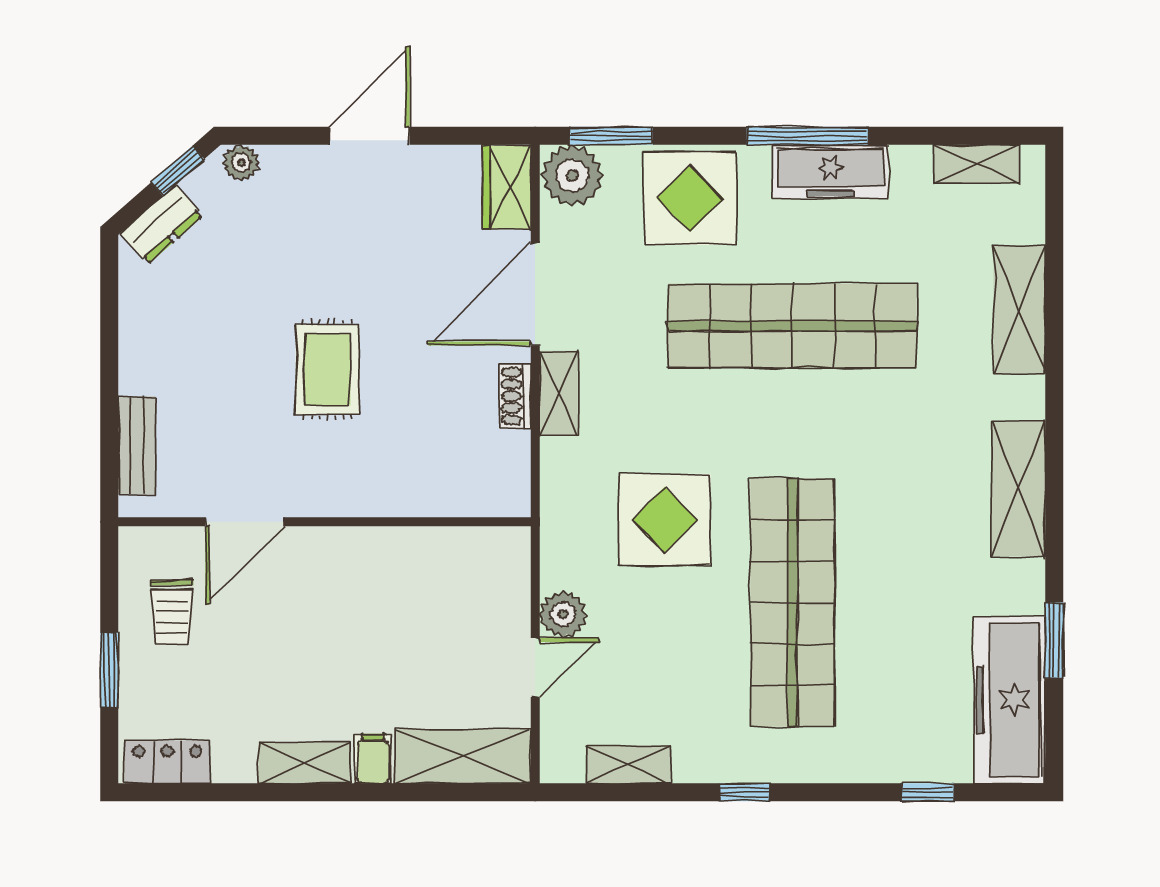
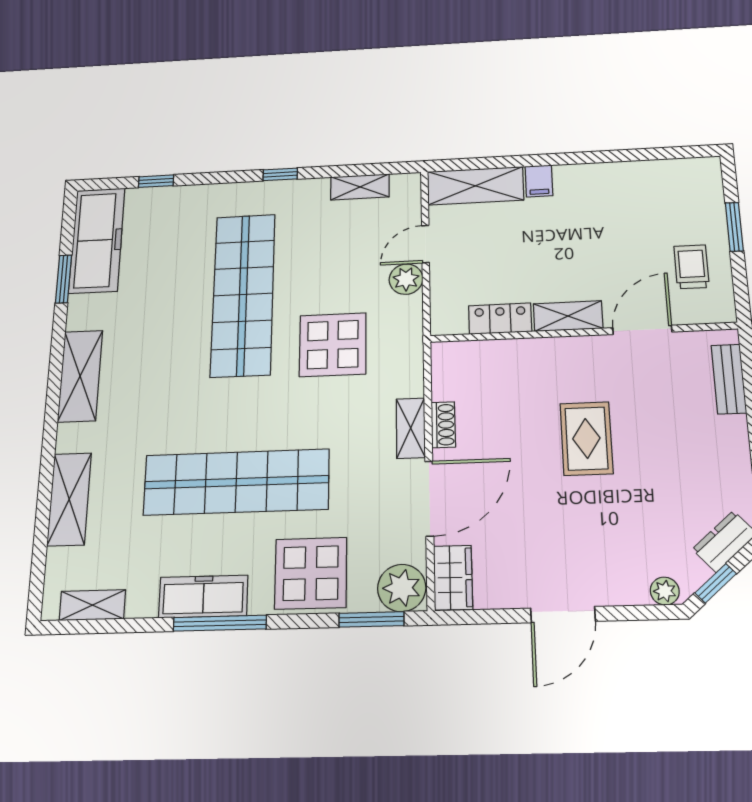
locker: (167, 762) -> (500, 319), moved, turned 180
shelving: (305, 763) -> (568, 316), moved

